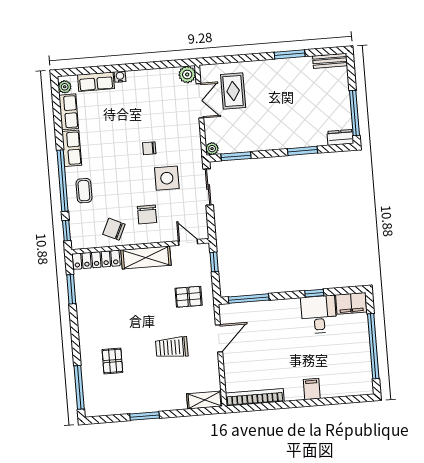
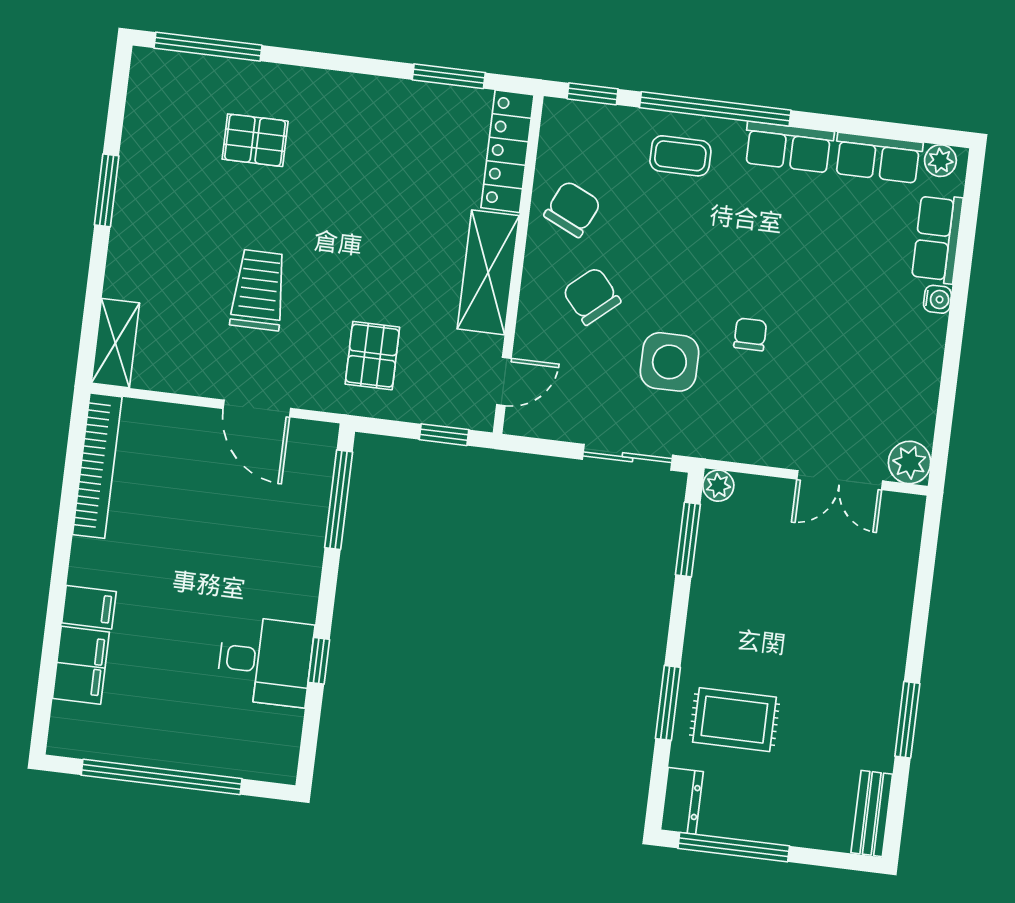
rug: (233, 91) -> (734, 720), moved
chair: (147, 214) -> (592, 296), turned 49
filing cabinet: (351, 303) -> (81, 665), moved, turned 180

